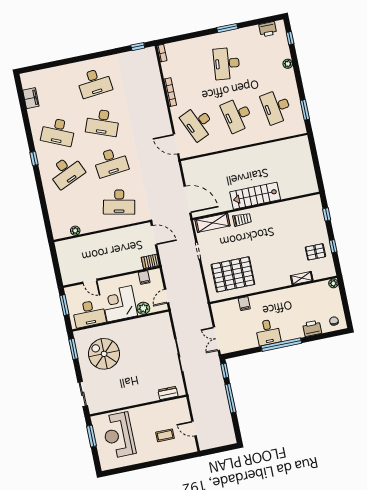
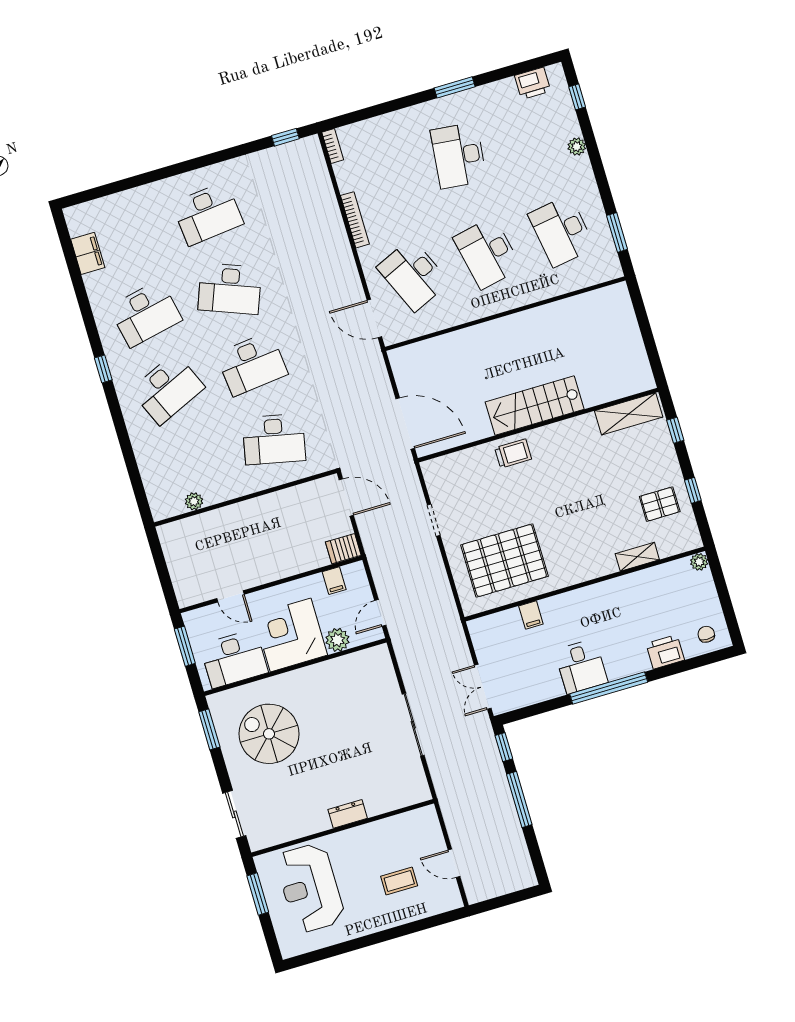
desk: (58, 132) -> (145, 314), turned -36
shelving: (213, 223) -> (629, 414), moved
dresser: (168, 393) -> (348, 814), moved

